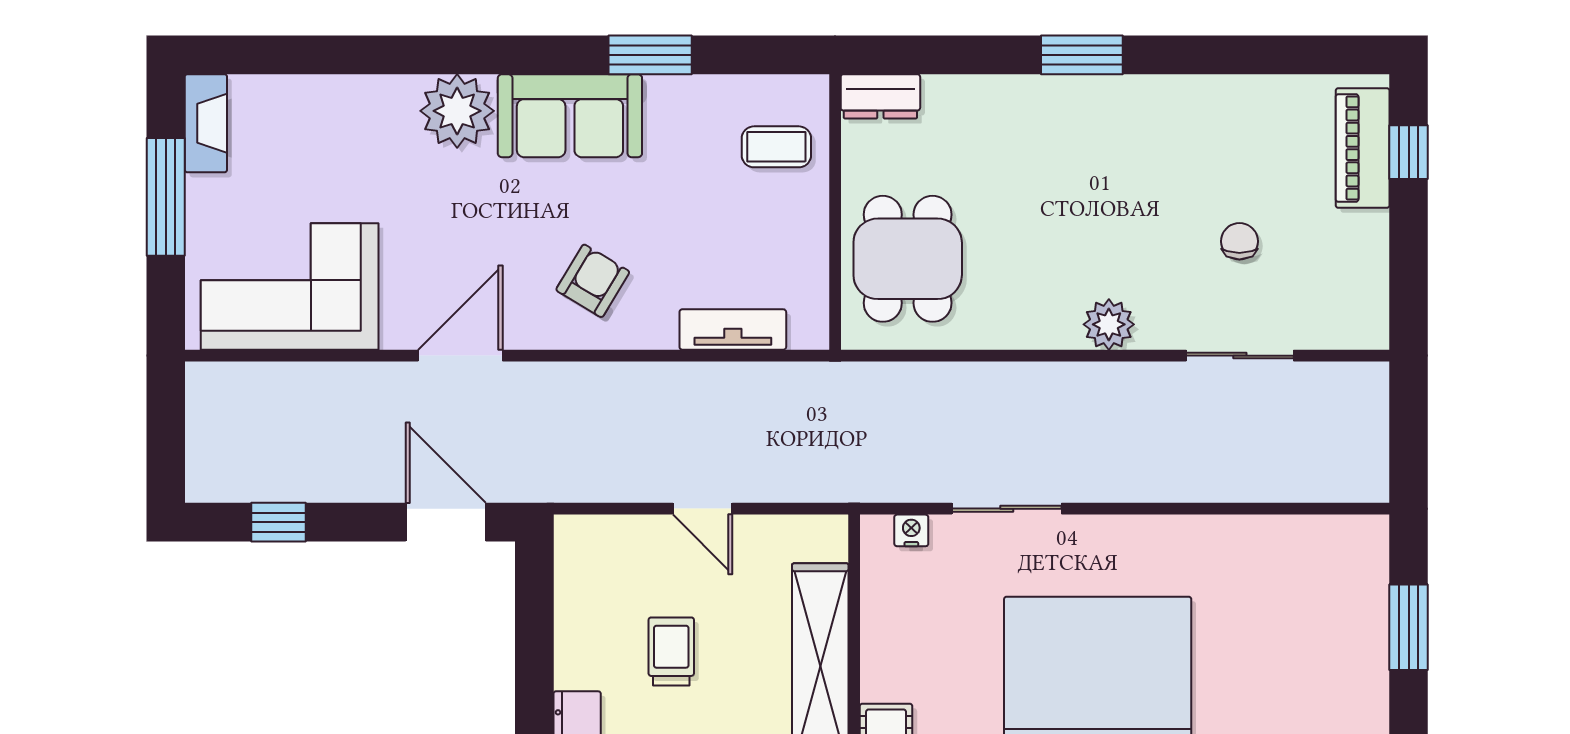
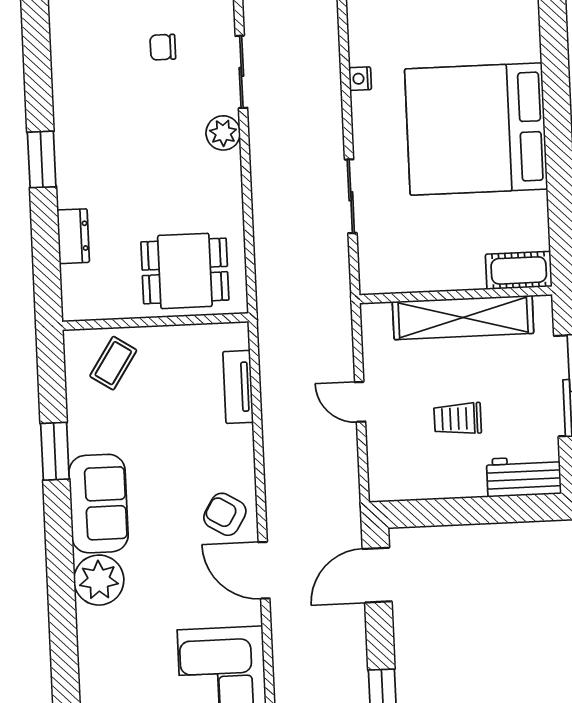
dresser: (880, 96) -> (73, 236), moved
coffee table: (776, 147) -> (113, 363), turned 33
armchair: (593, 281) -> (225, 514), moved
sliding door: (1240, 356) -> (241, 72), moved
door: (703, 509) -> (360, 402), swing flipped
nightstand: (911, 530) -> (360, 79), moved

